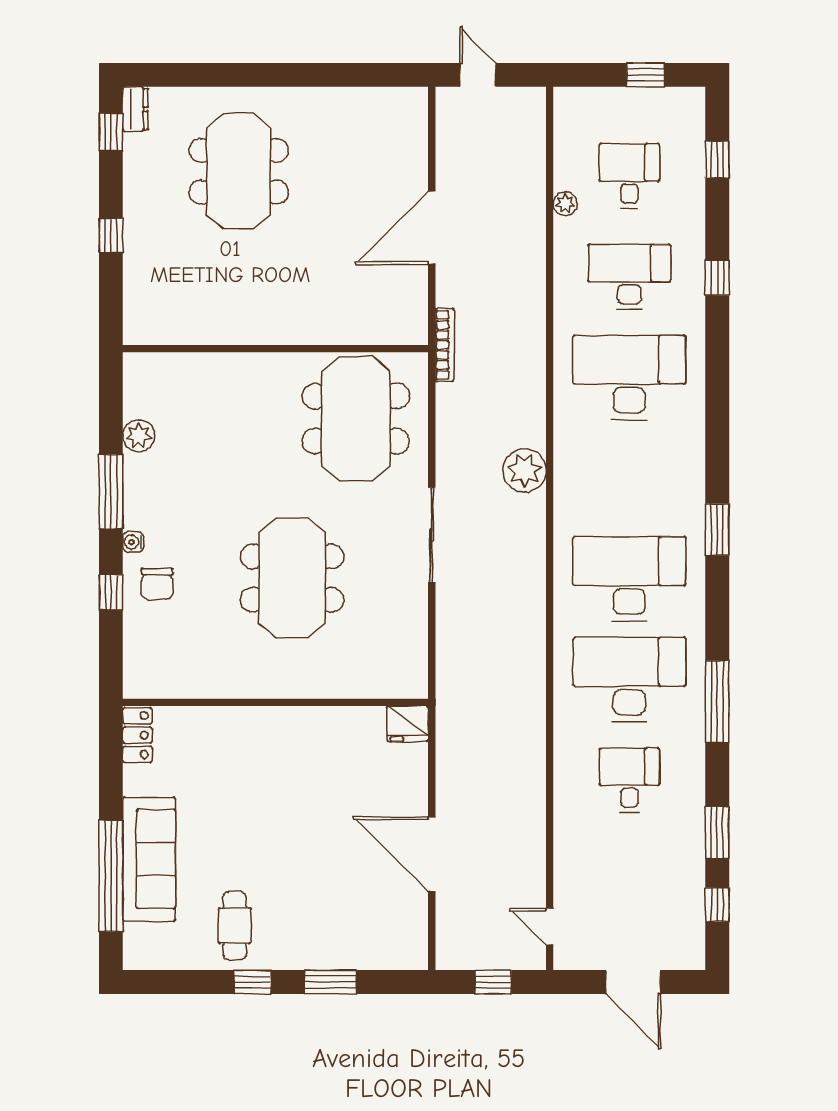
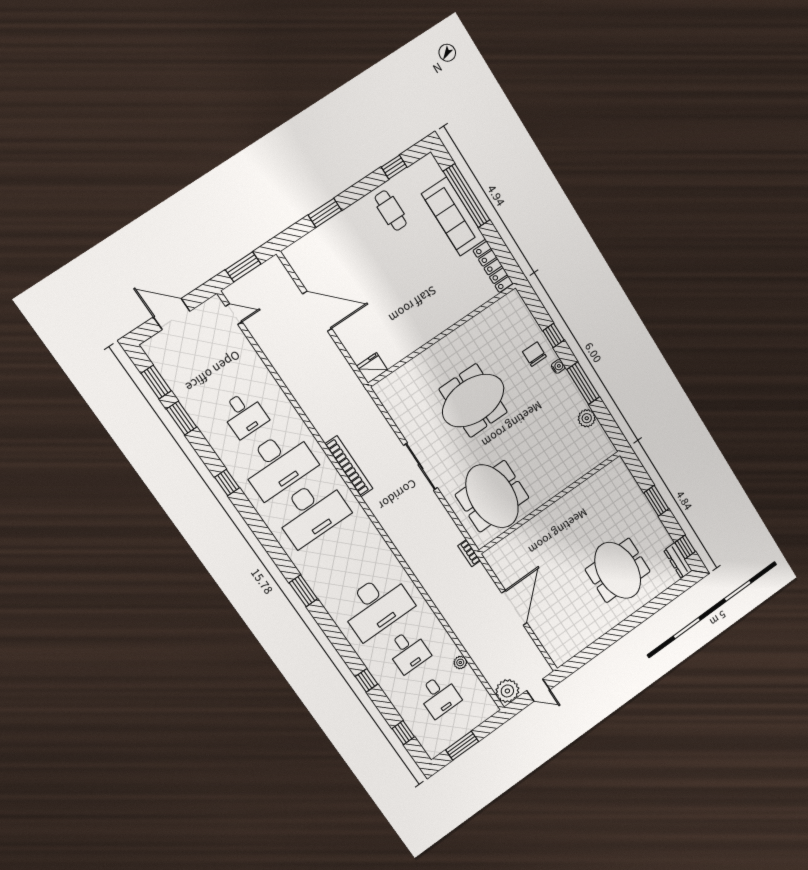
window: (646, 75) -> (462, 746), width x1.50
dresser: (135, 109) -> (678, 560), width x1.44
window: (111, 236) -> (656, 501), width x1.50
desk: (629, 277) -> (408, 651), width x0.73
bookcase: (445, 345) -> (469, 553), width x0.64
plant: (525, 470) -> (507, 691), moved
window: (717, 529) -> (303, 591), moved
meeting table: (292, 578) -> (473, 401), turned 90
bookcase: (534, 607) -> (349, 466), added
window: (717, 702) -> (227, 482), width x0.46
locker: (137, 735) -> (493, 267), width x1.53
window: (717, 905) -> (156, 382), width x1.50
window: (252, 982) -> (394, 167), moved
window: (493, 982) -> (243, 267), width x1.50

